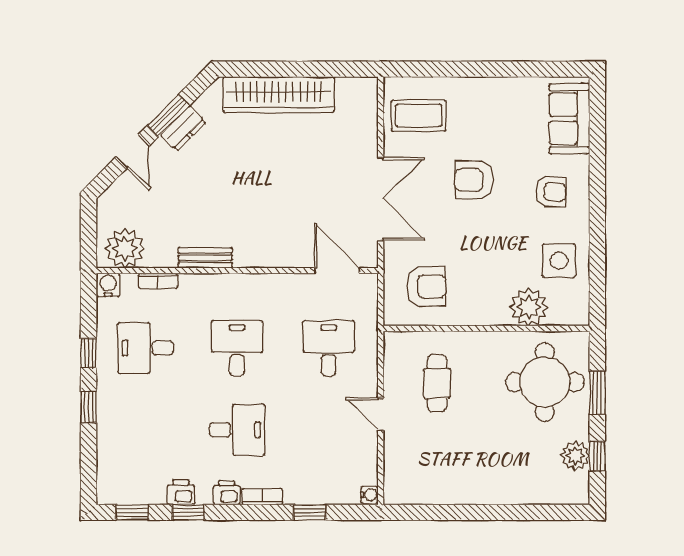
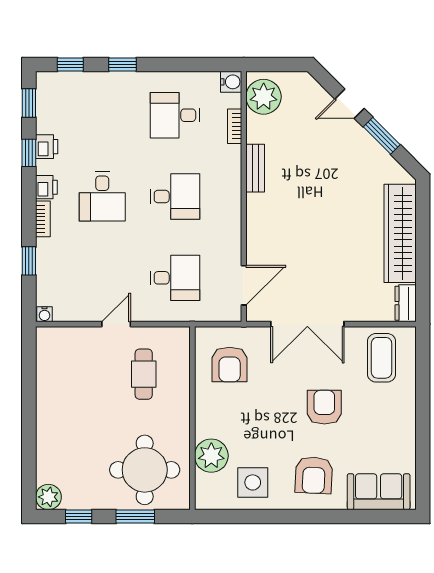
dresser: (183, 128) -> (406, 303), moved, turned 45
armchair: (551, 192) -> (314, 475), width x1.38, depth x1.38
desk: (146, 348) -> (175, 115), turned -90
window: (89, 353) -> (70, 65), moved
cafe table: (437, 383) -> (144, 374), turned 90
plant: (575, 456) -> (48, 497), moved

